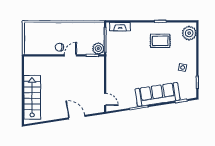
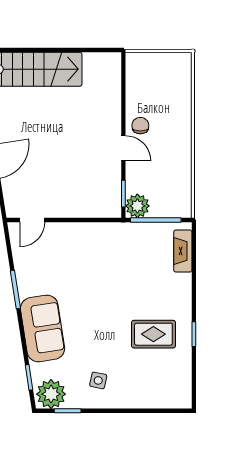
plant: (189, 33) -> (51, 394), moved
rug: (160, 41) -> (153, 334), turned 90
sofa: (157, 94) -> (43, 328), width x0.73

